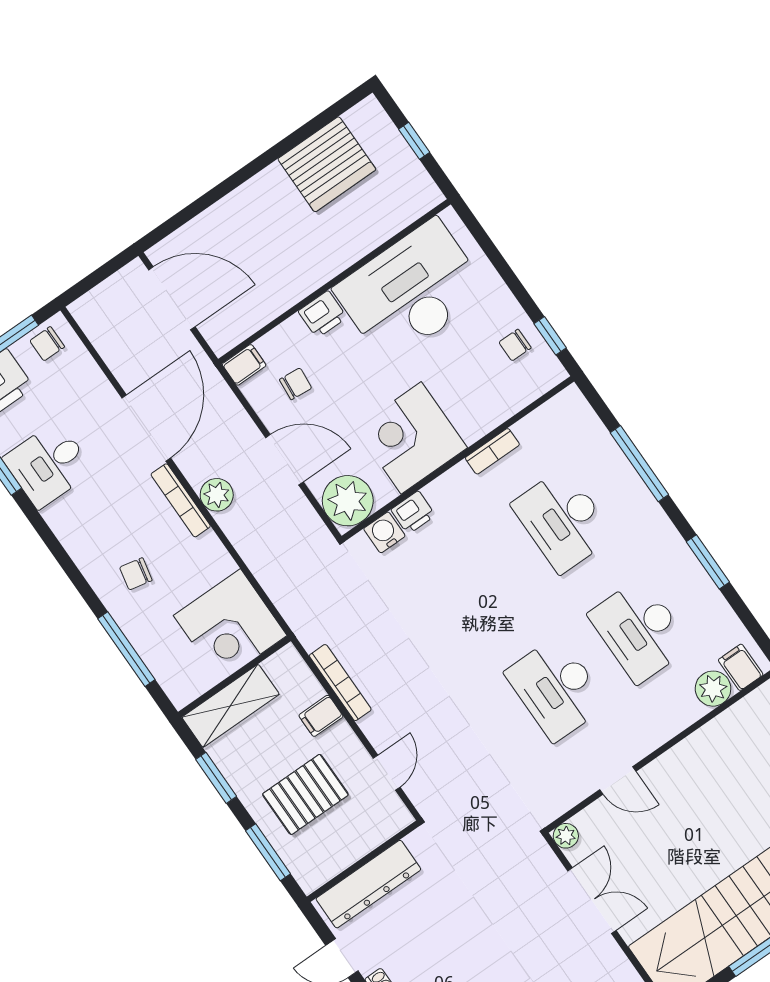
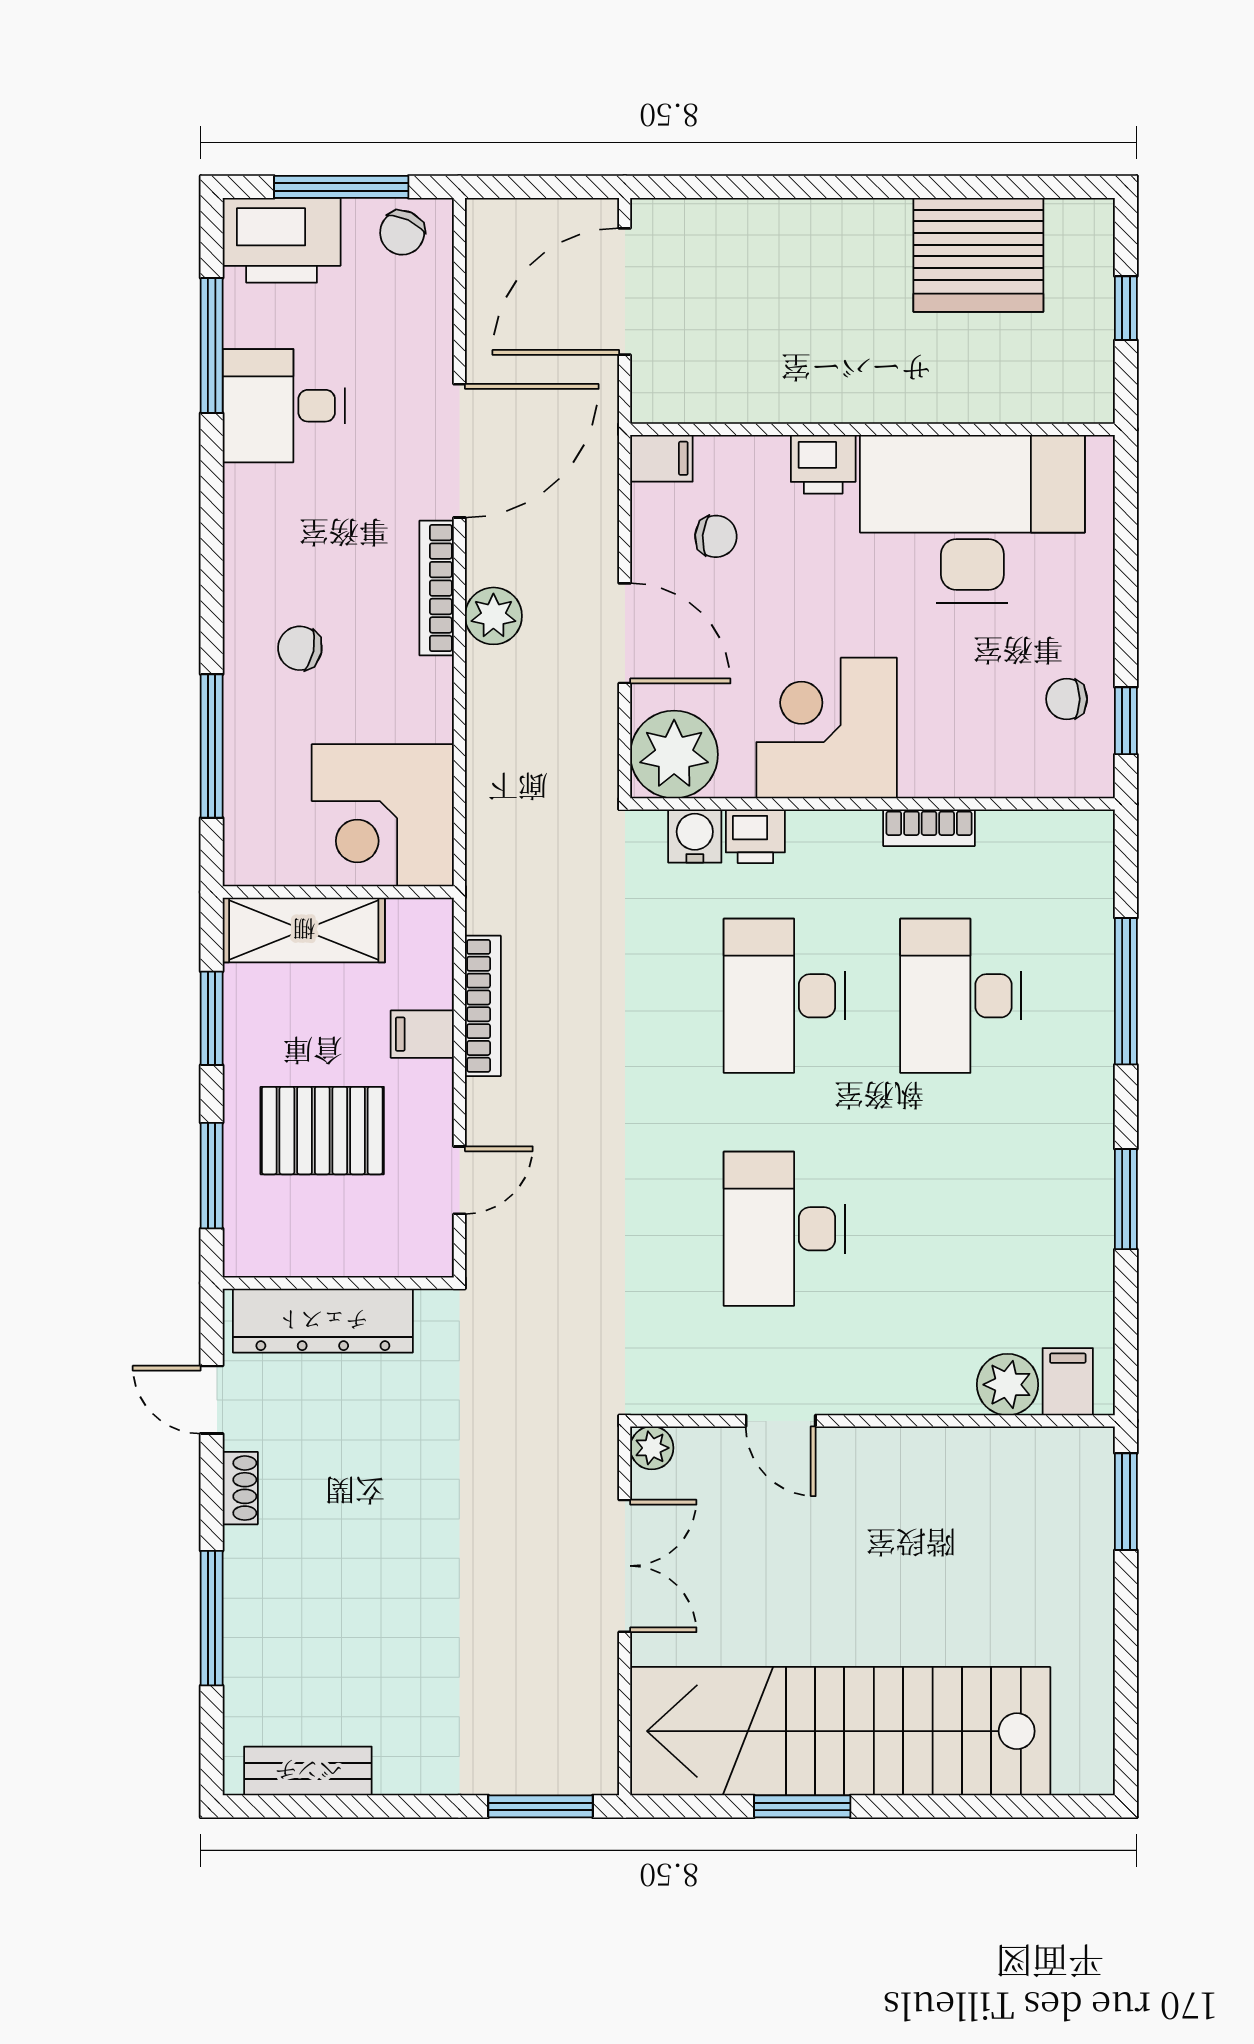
door: (172, 298) -> (625, 292), swing flipped
chair: (47, 344) -> (402, 233), turned -65
desk: (640, 630) -> (784, 996), moved

